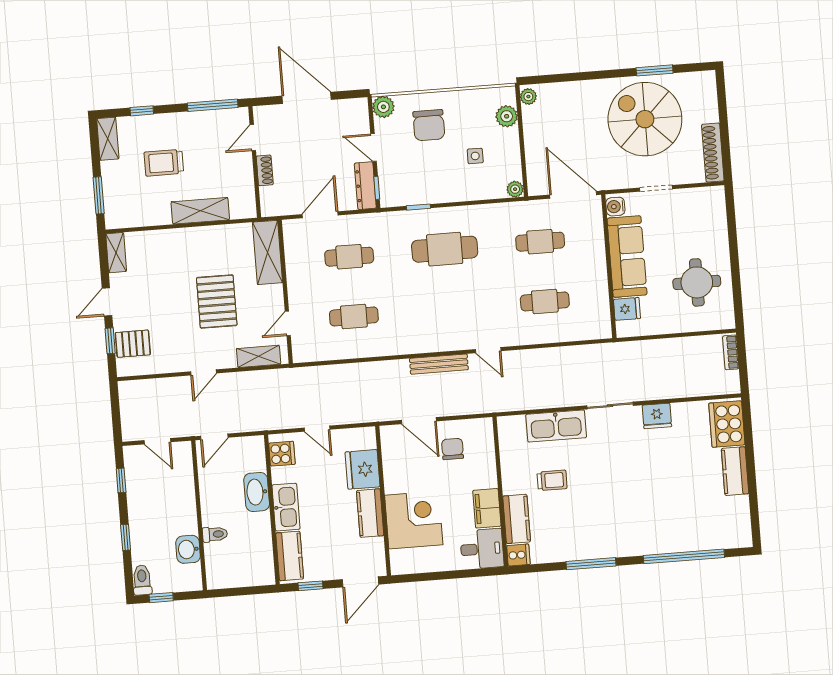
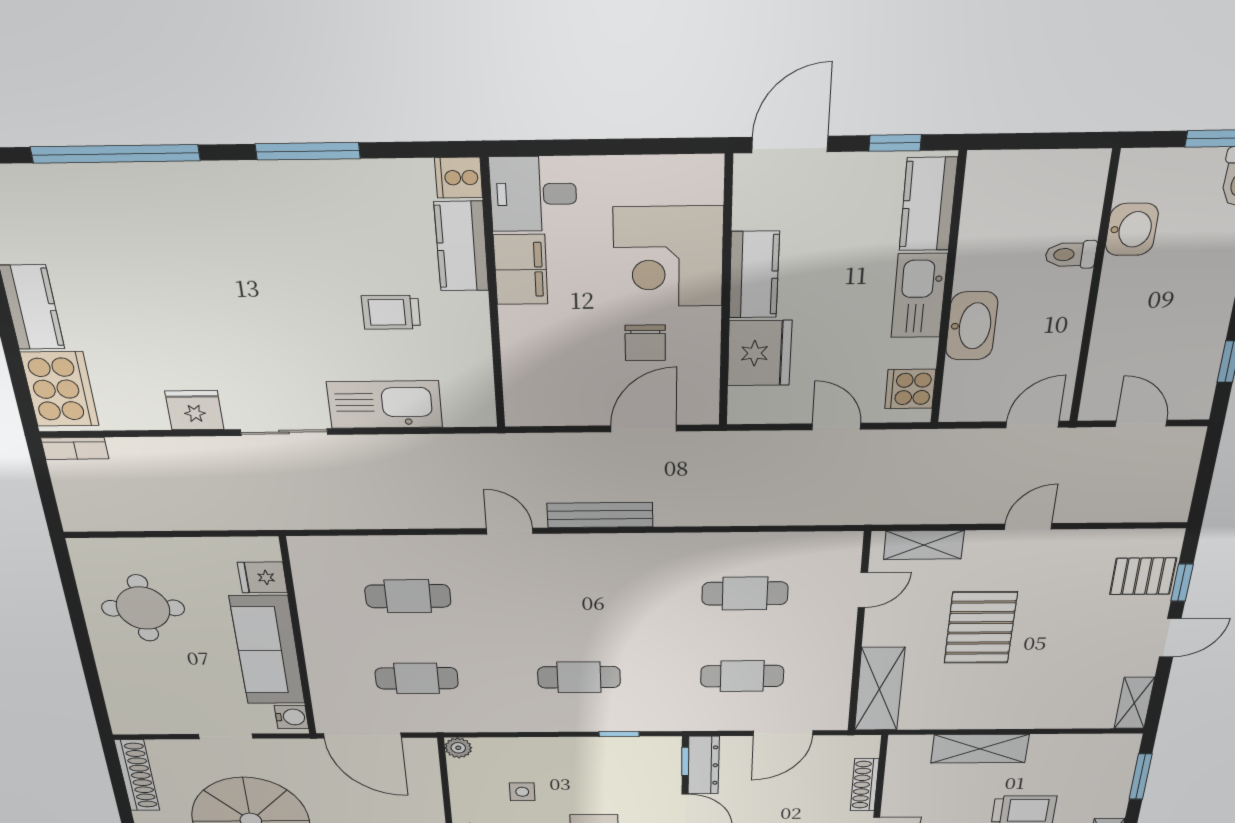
shoe rack: (265, 170) -> (865, 785), width x1.43
cafe table: (445, 249) -> (579, 677), width x0.73, depth x0.74
bookcase: (731, 352) -> (75, 448), moved, turned 90
door: (419, 421) -> (644, 428), hinge flipped
chair: (453, 449) -> (645, 343), moved

